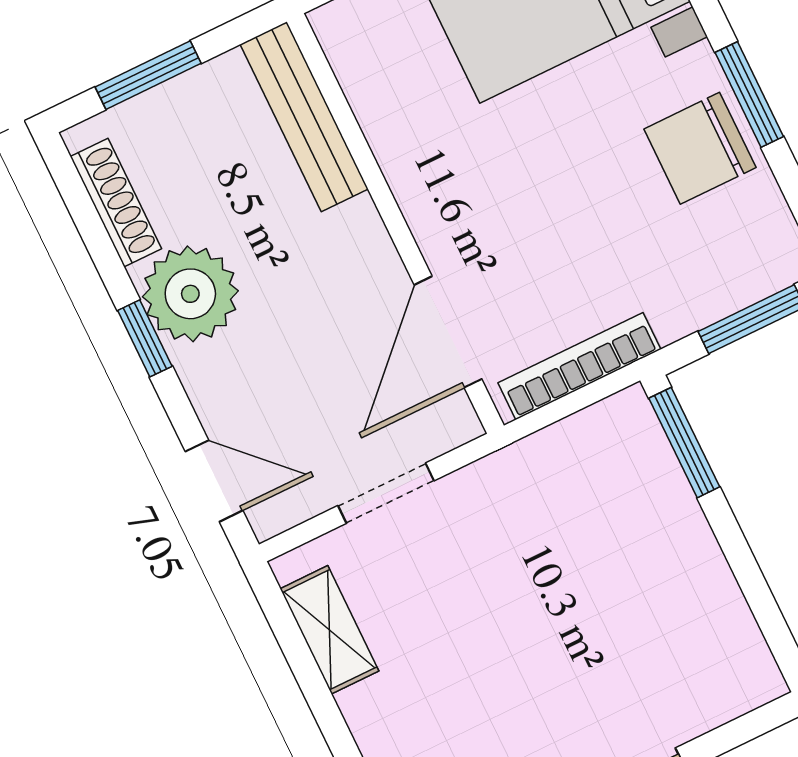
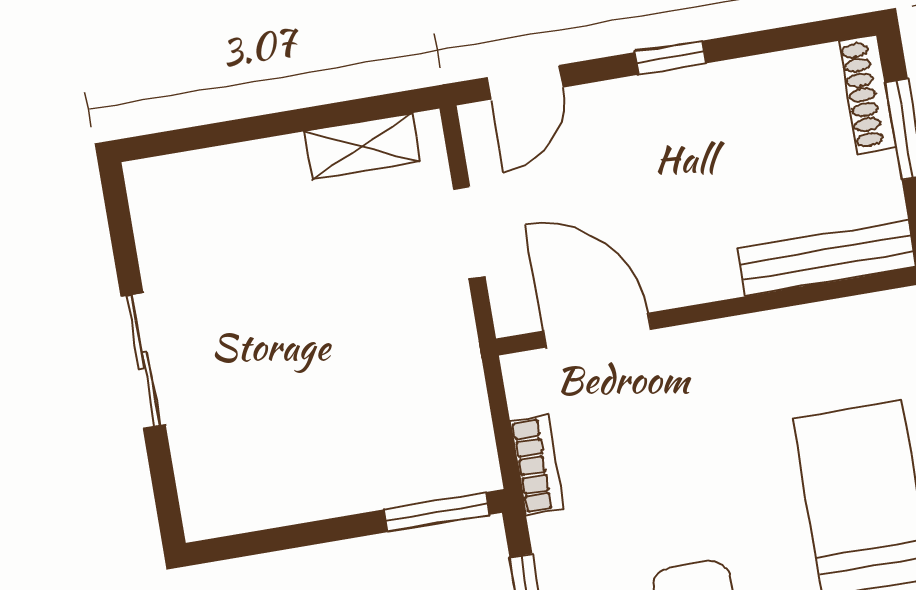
shoe rack: (116, 203) -> (867, 94), moved, turned 90
plant: (190, 294) -> (698, 110), removed
bookcase: (579, 366) -> (537, 465), width x0.64

